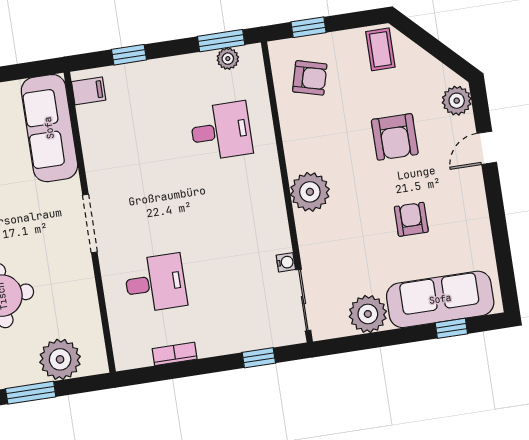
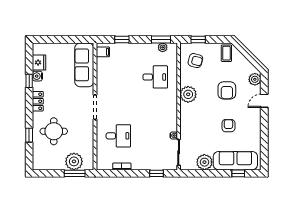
plant: (310, 192) -> (188, 94), moved
window: (31, 393) -> (75, 173), moved

